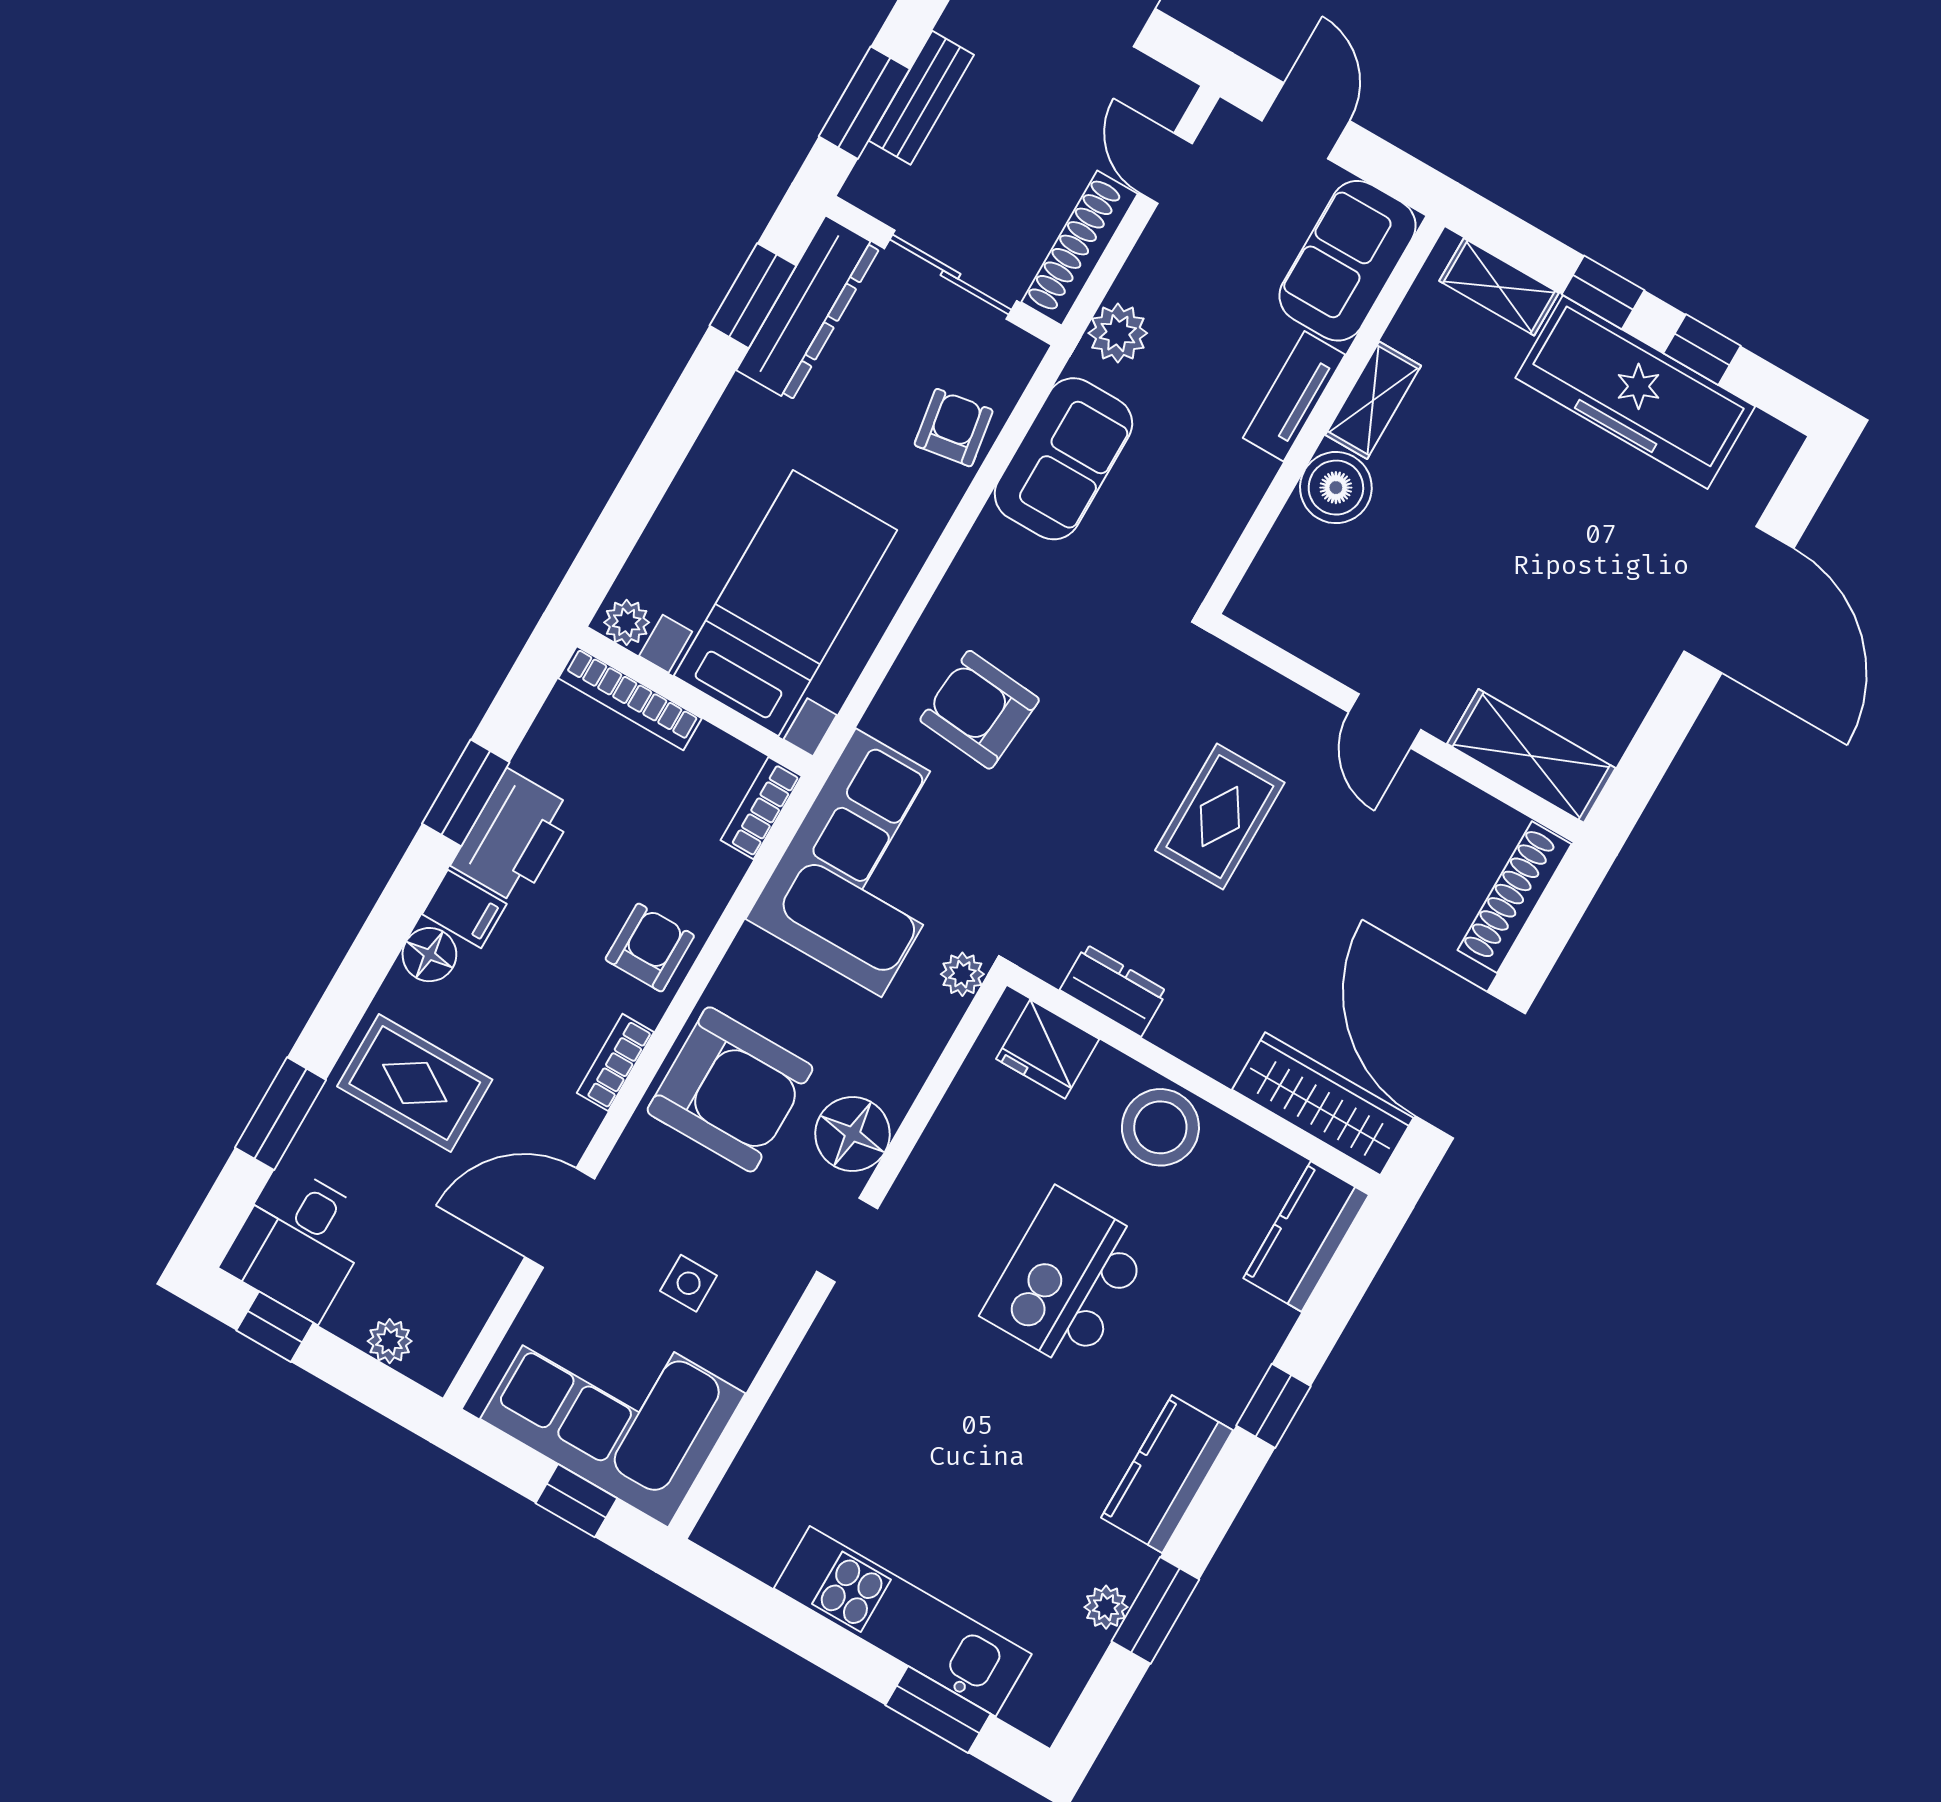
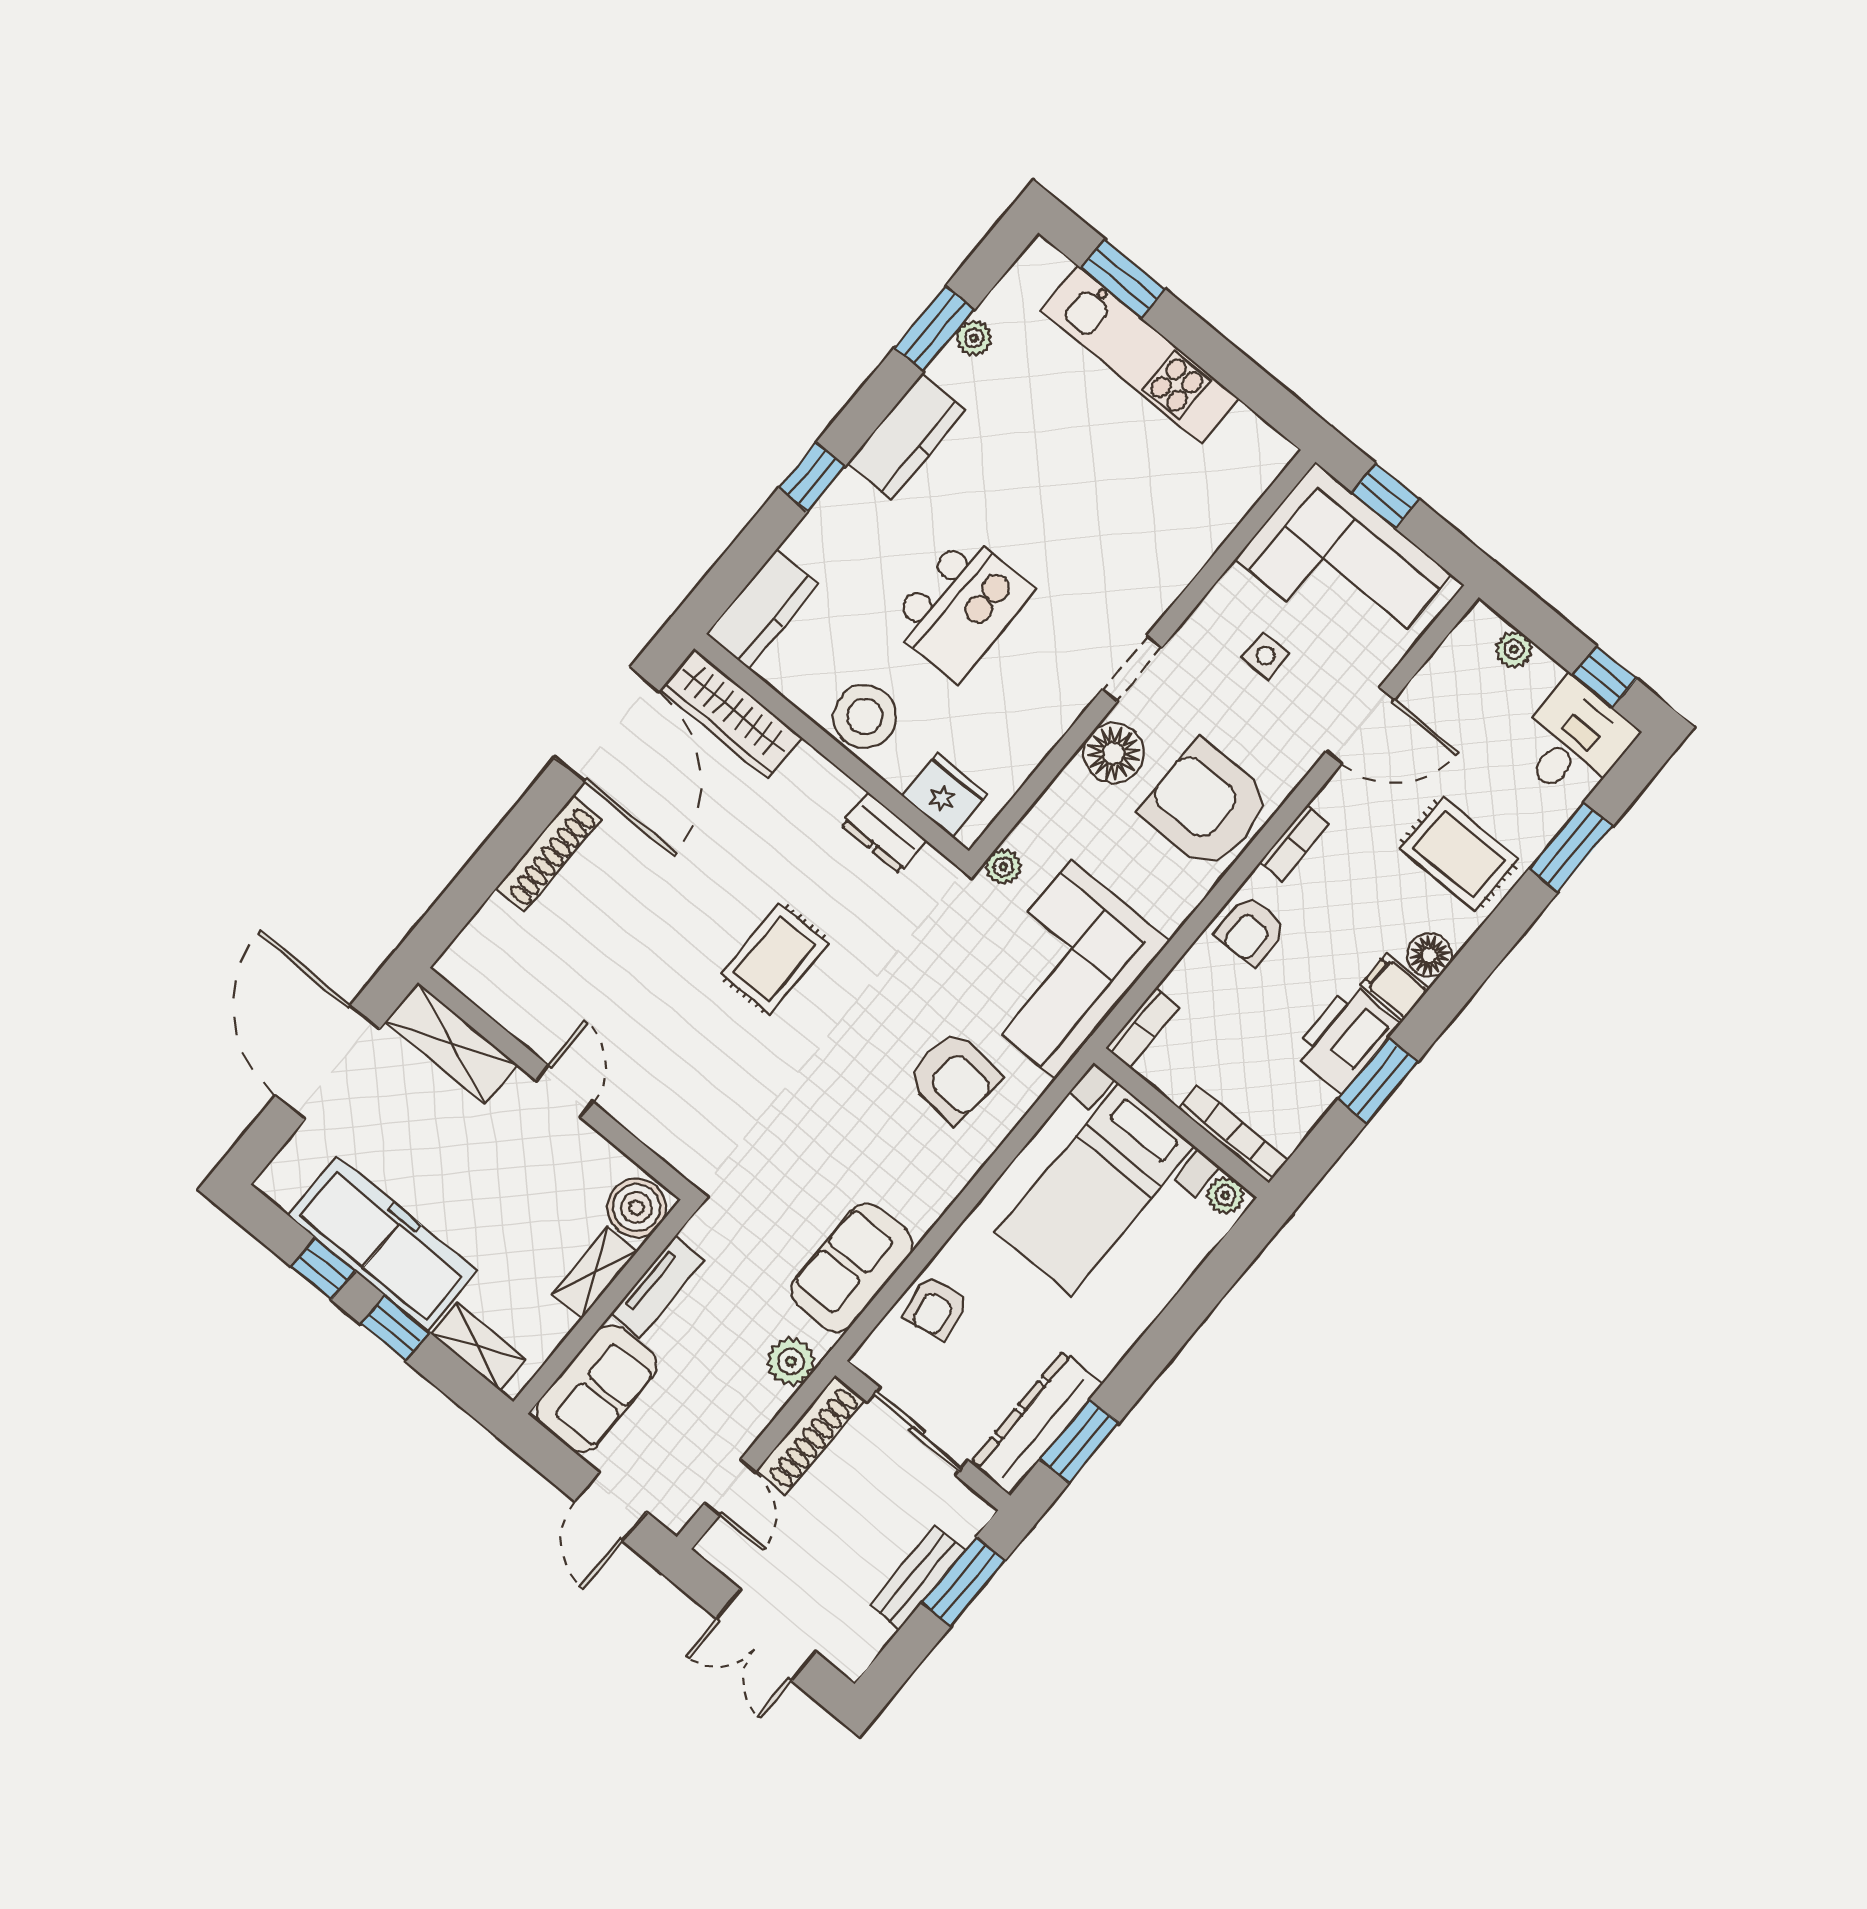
door: (1385, 721) -> (564, 1091), moved
wall: (1397, 728) -> (555, 1084), moved
shelving: (1531, 756) -> (451, 1043), moved

